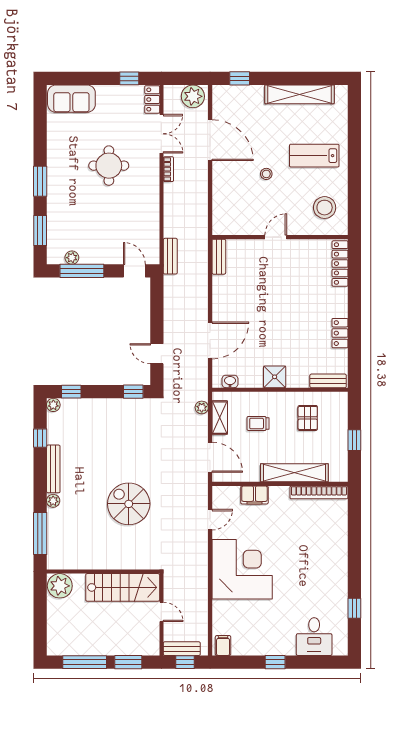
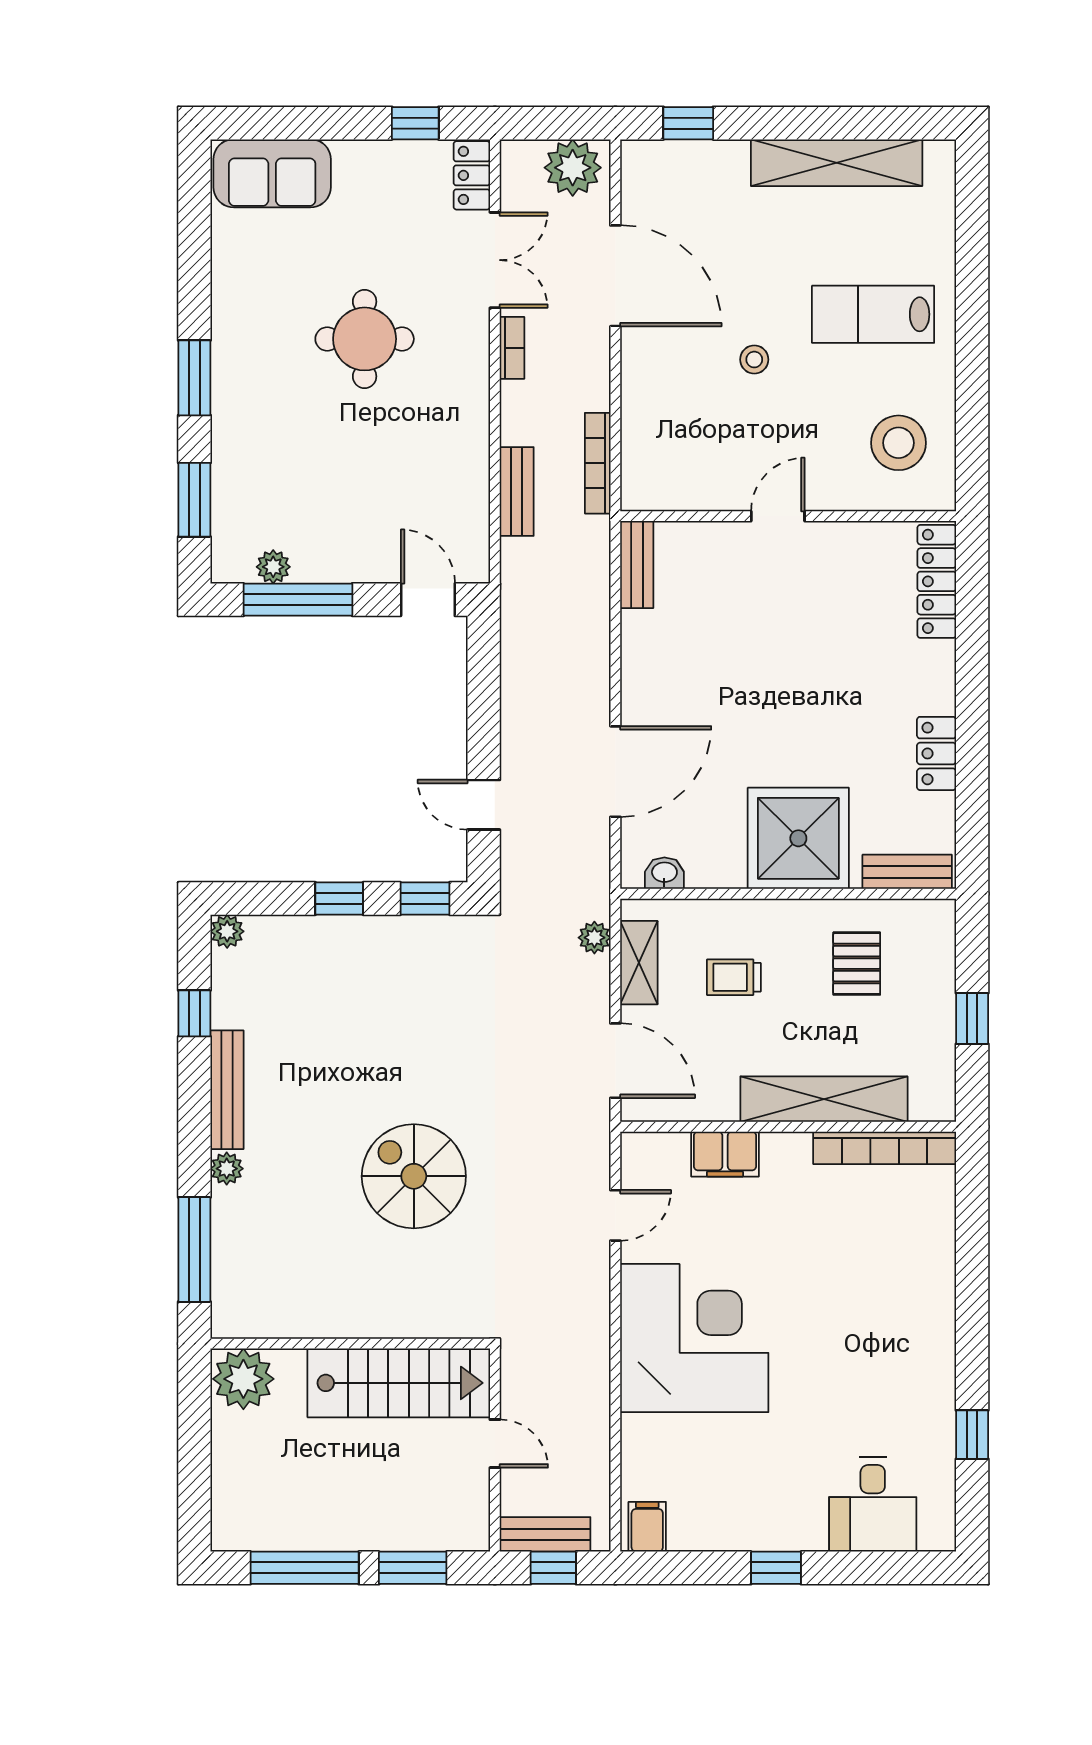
bookcase: (203, 216) -> (598, 463), added
bench: (170, 256) -> (517, 491), moved
shower: (275, 377) -> (798, 838), width x1.86, depth x1.86
window: (71, 392) -> (339, 899), moved

